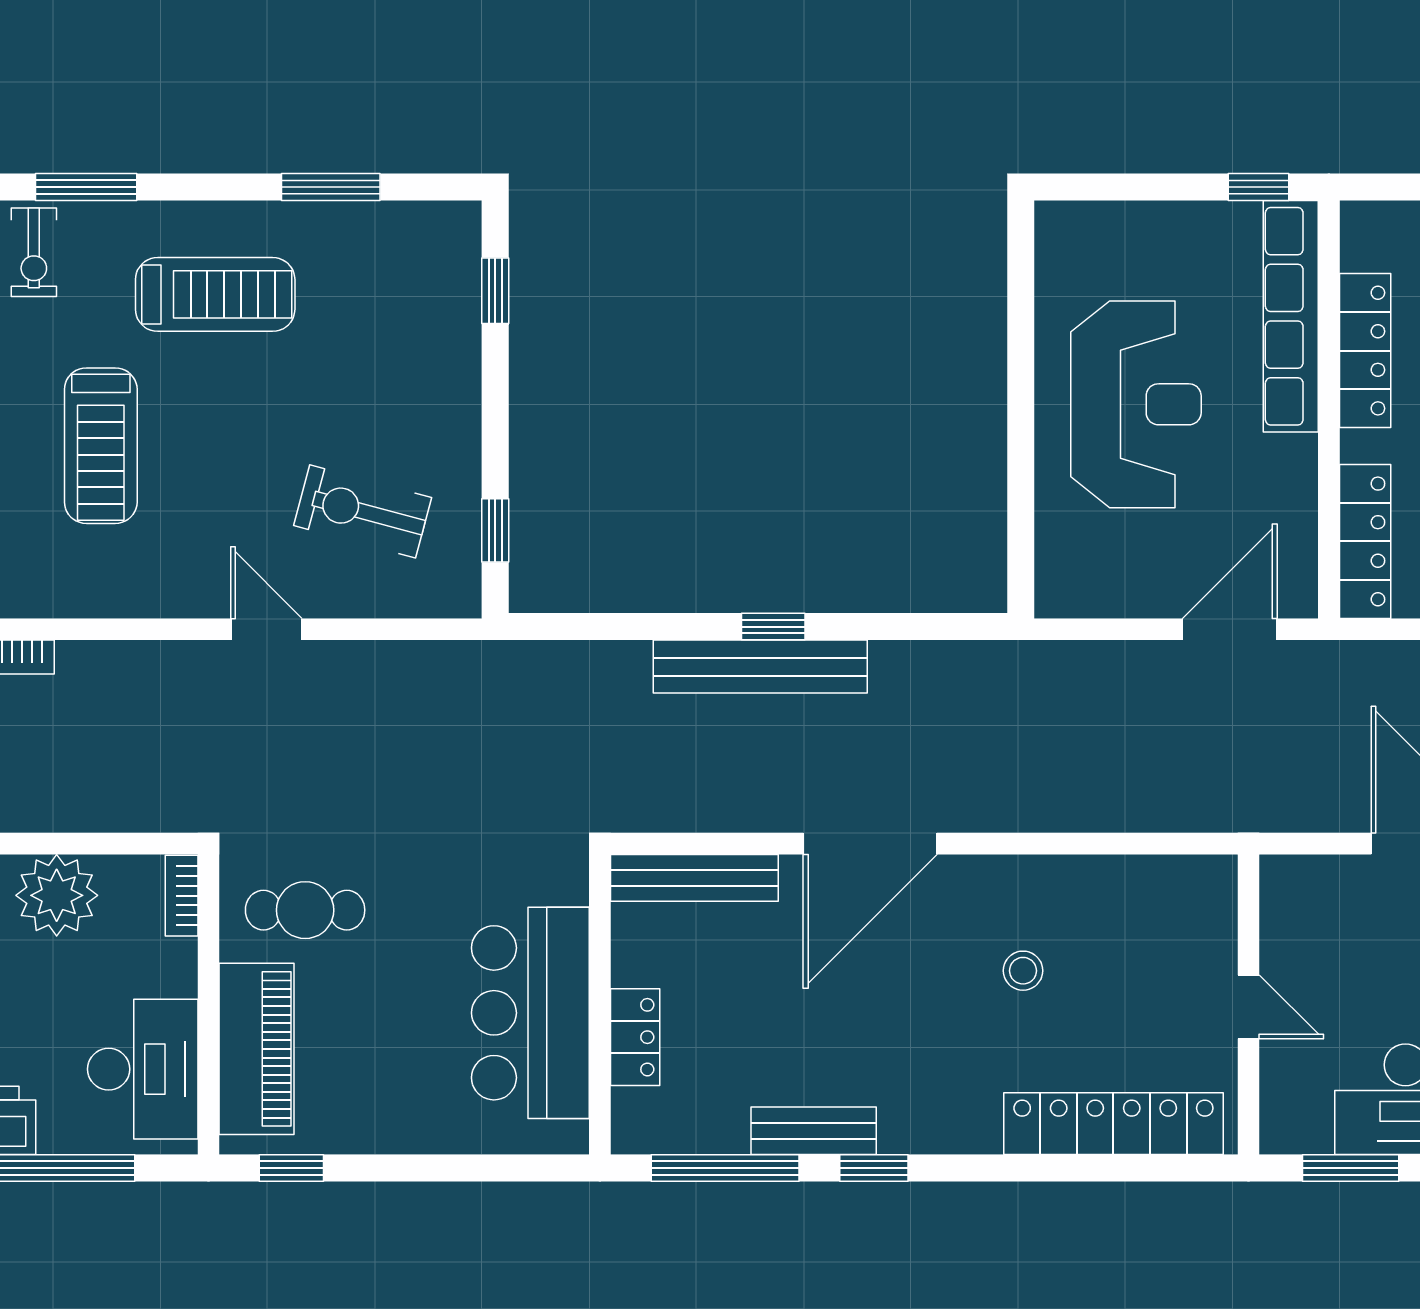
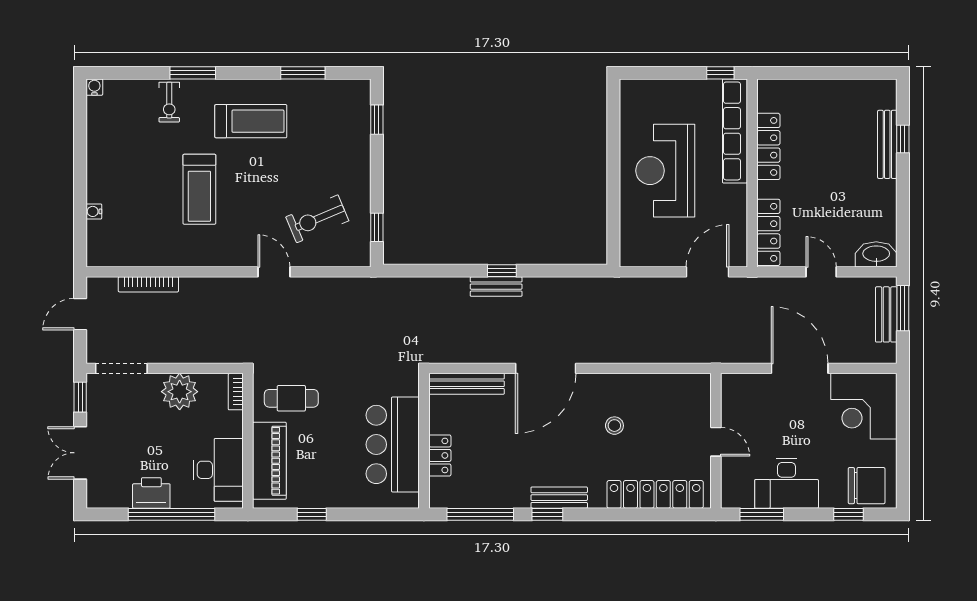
reception desk: (1136, 404) -> (665, 171), turned 180
exercise bike: (363, 511) -> (317, 219), turned -38
bench: (760, 667) -> (496, 287), width x0.54, depth x0.82
bench: (814, 1131) -> (559, 498), moved
window: (291, 1168) -> (312, 514), moved

